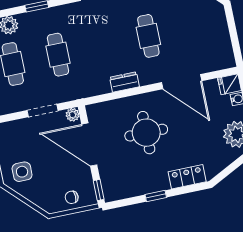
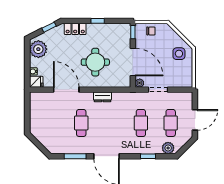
window: (227, 171) -> (49, 27), added

